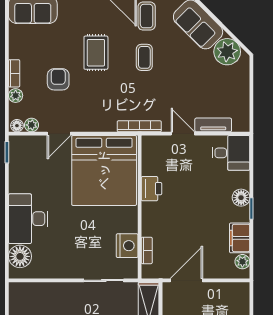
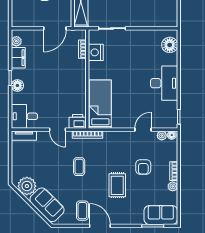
coffee table: (144, 57) -> (79, 167), moved
plant: (16, 96) -> (173, 186), moved
tv unit: (213, 125) -> (24, 136), moved
bed: (104, 170) -> (100, 104), width x0.49
printer: (151, 189) -> (78, 121), moved, turned 90
desk: (28, 219) -> (164, 83), moved

